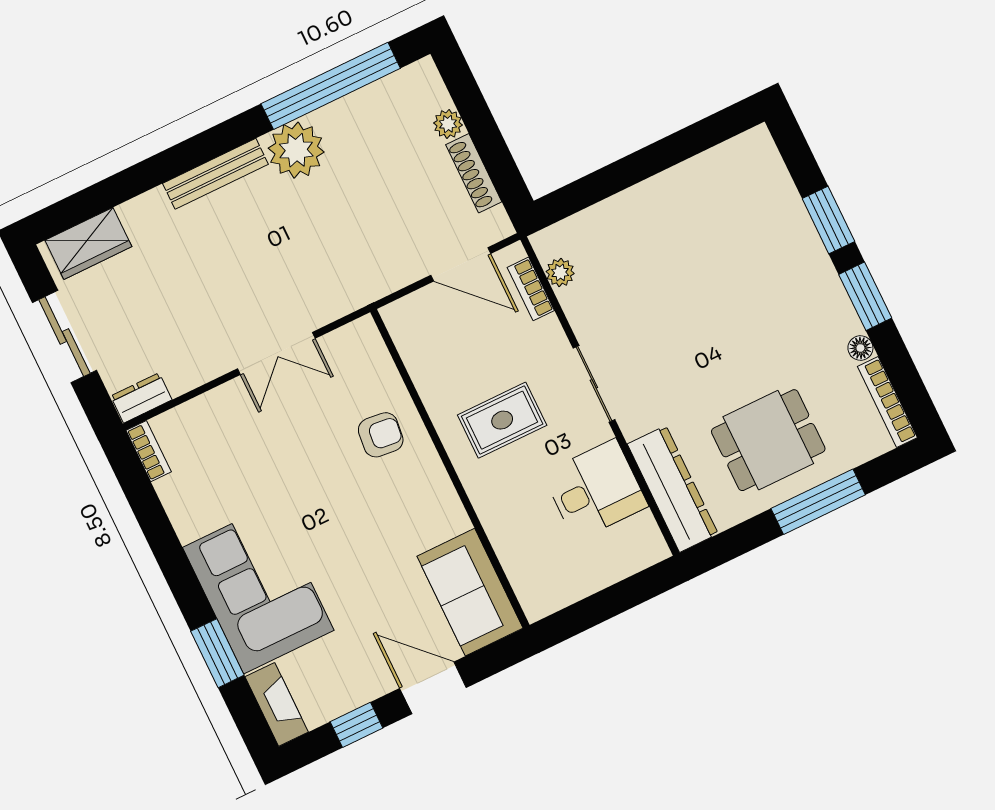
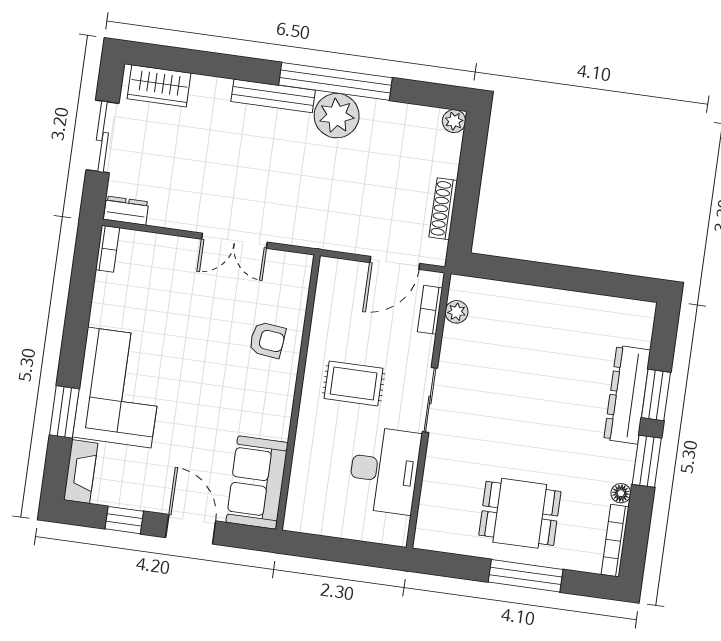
window: (331, 86) -> (336, 81), moved
plant: (448, 124) -> (454, 121), moved
door: (461, 264) -> (395, 263), hinge flipped
dresser: (673, 489) -> (627, 395), moved, turned 180
desk: (595, 490) -> (384, 470), width x1.37

